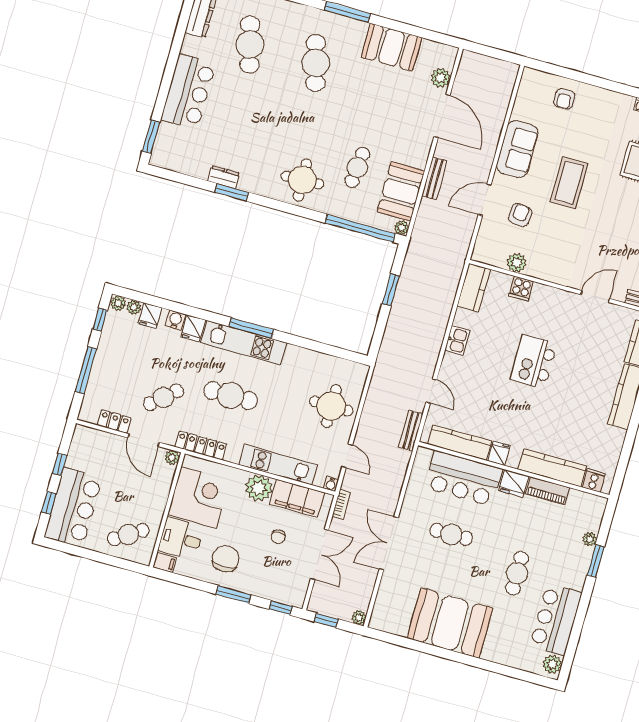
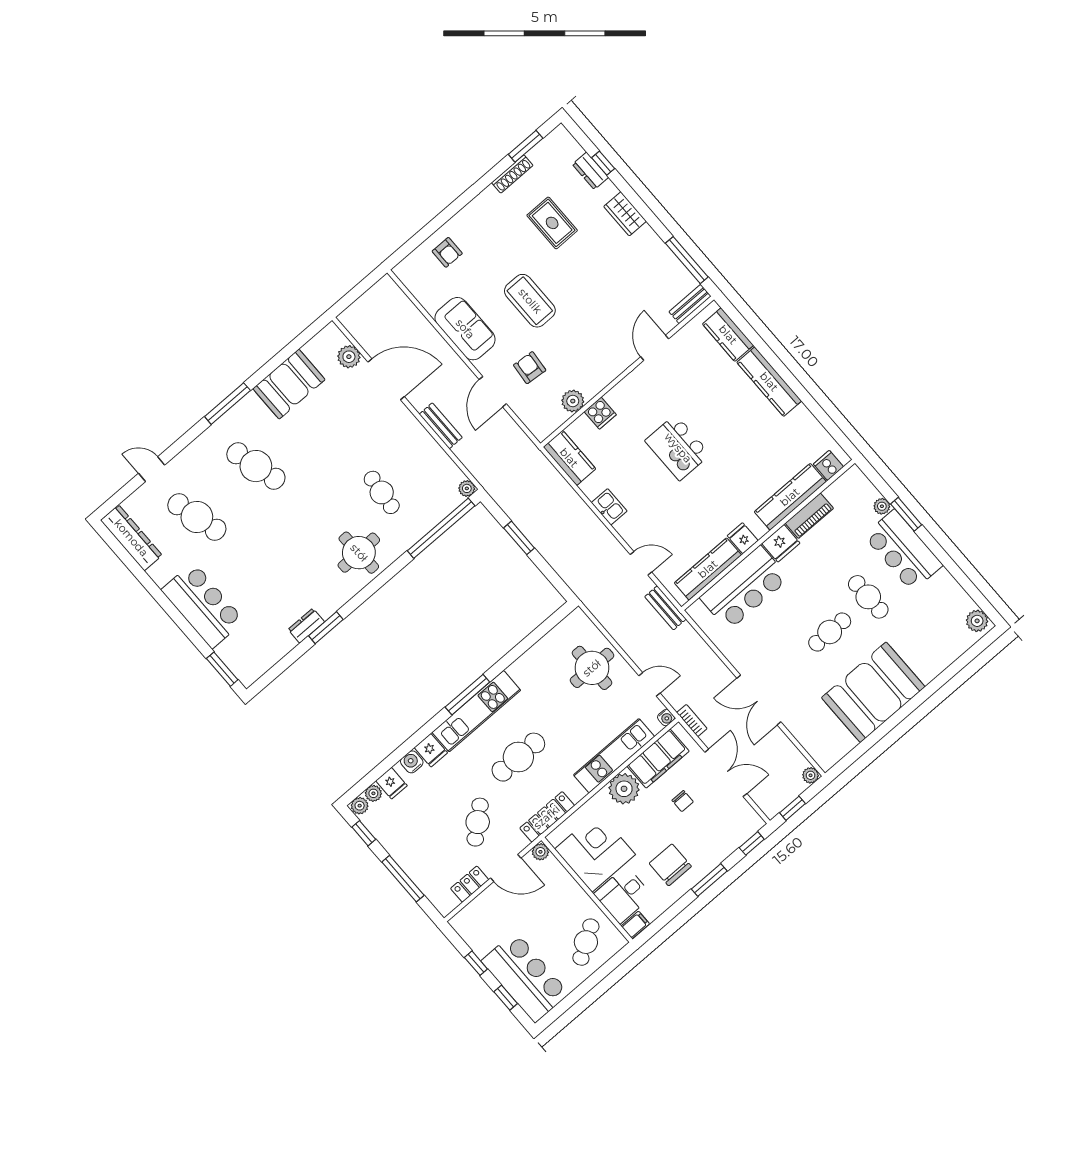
booth: (401, 191) -> (432, 466), removed
cafe table: (451, 534) -> (830, 632), moved
bar counter: (556, 620) -> (903, 550), moved

